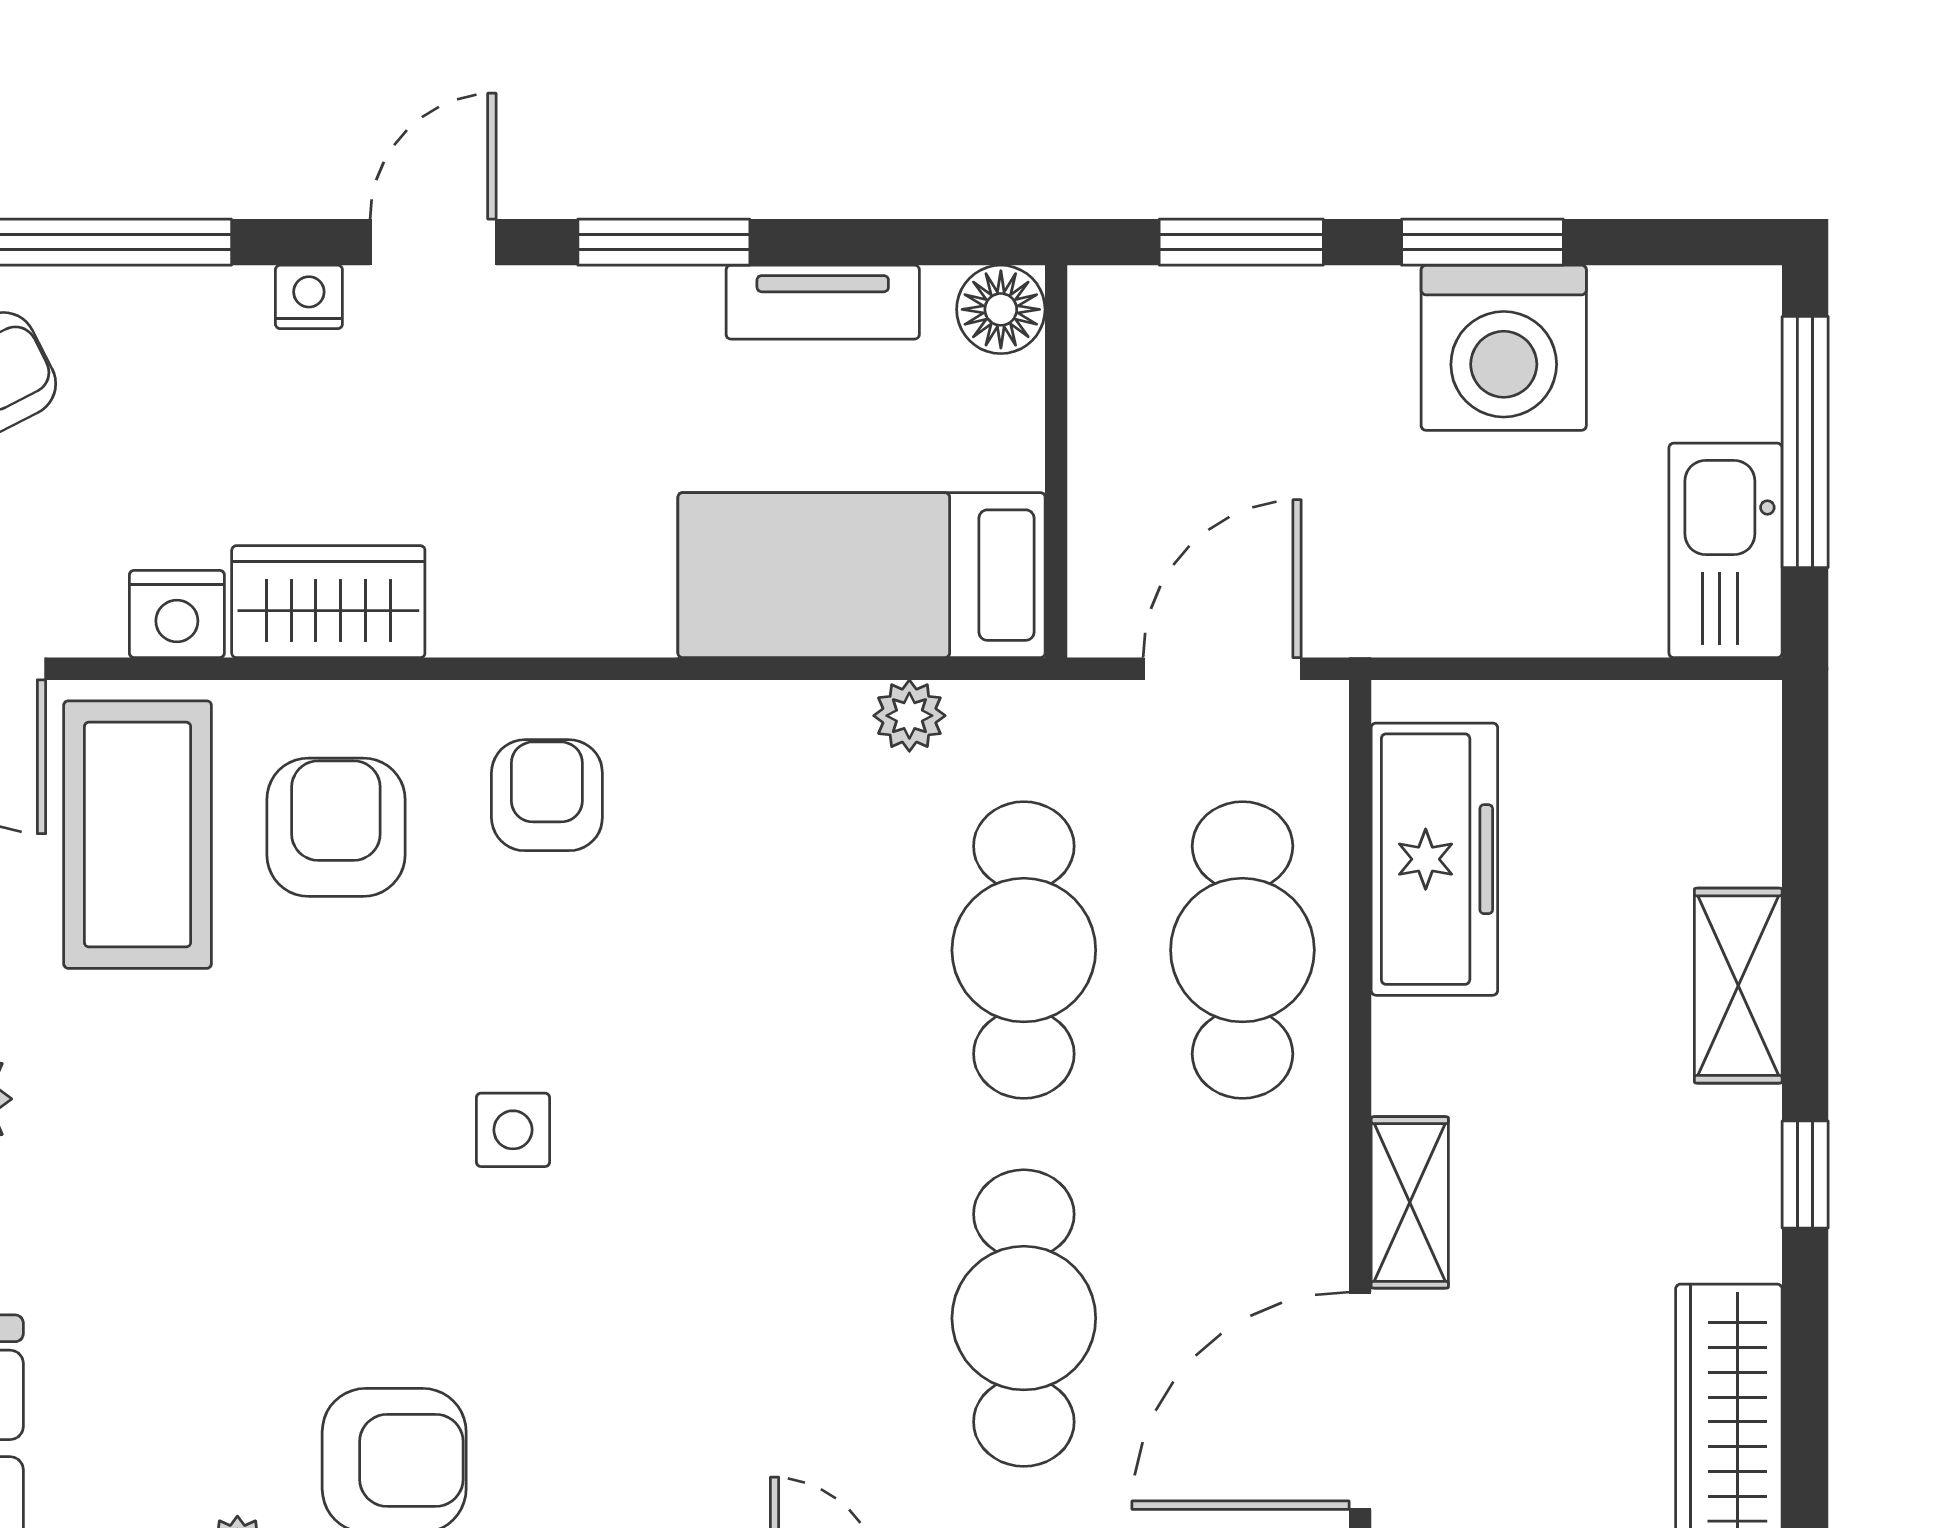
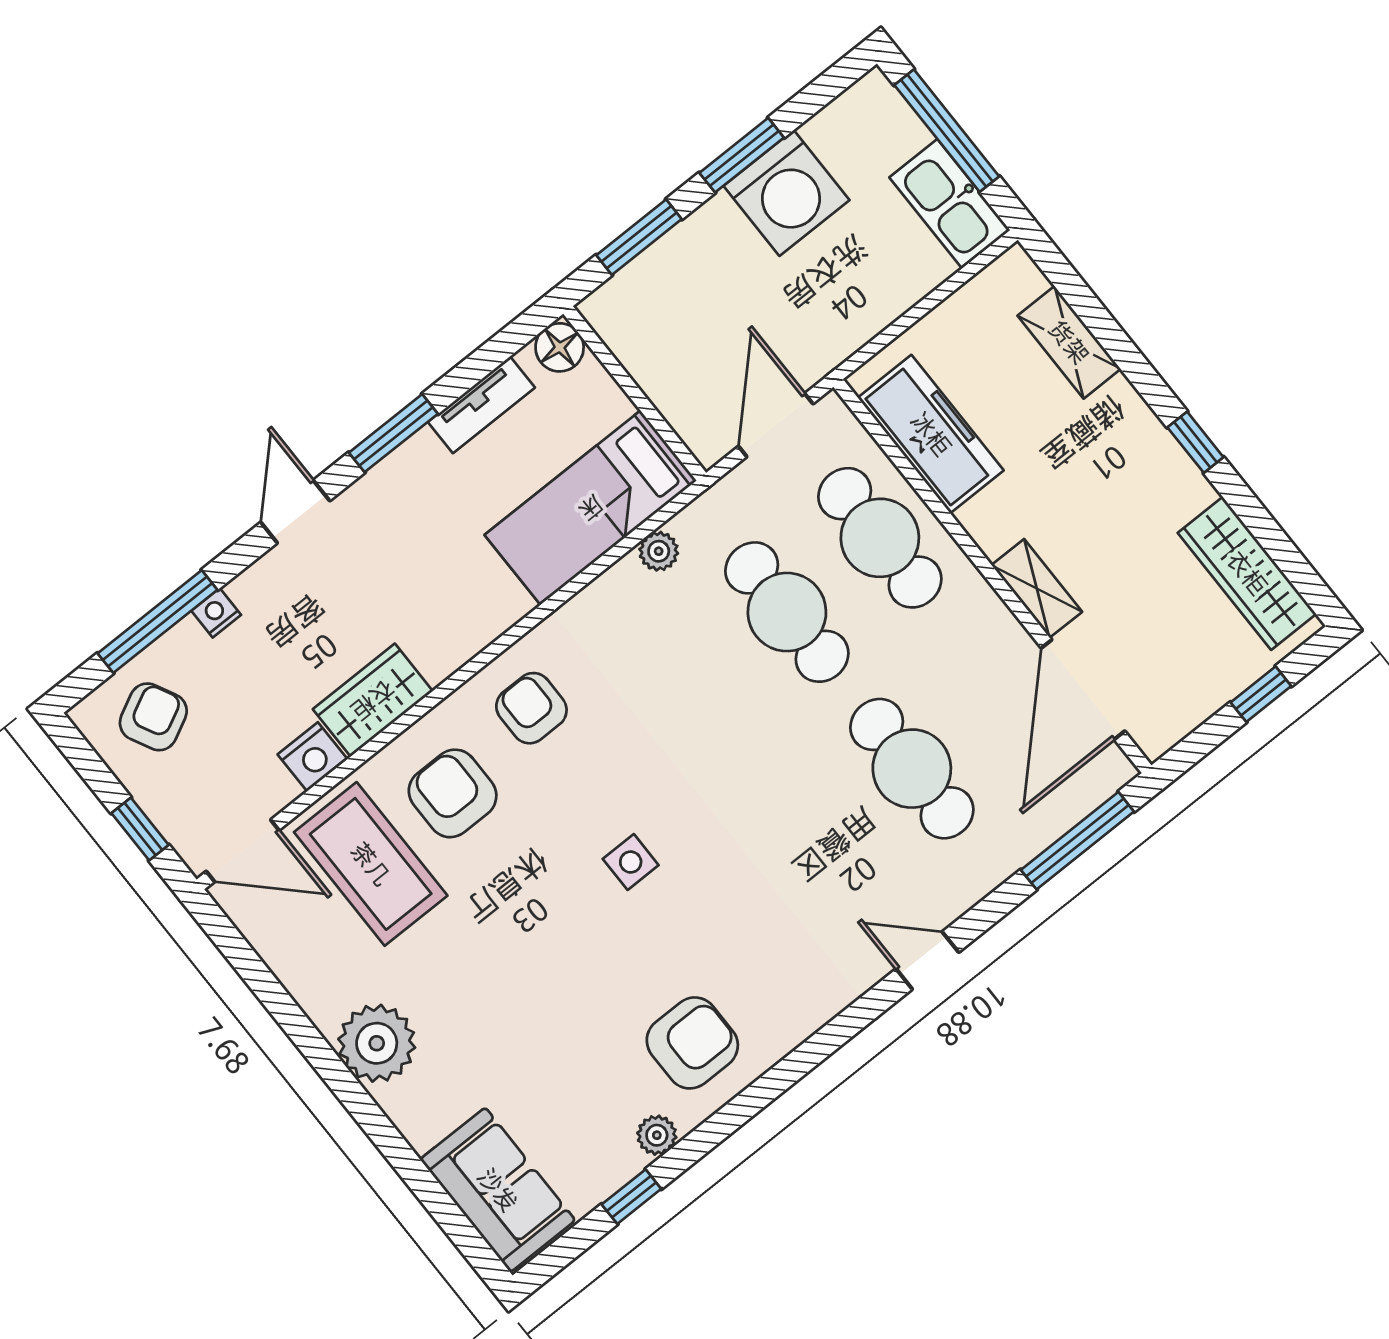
nightstand: (309, 297) -> (216, 613), moved
shelving: (1738, 986) -> (1069, 342), moved

